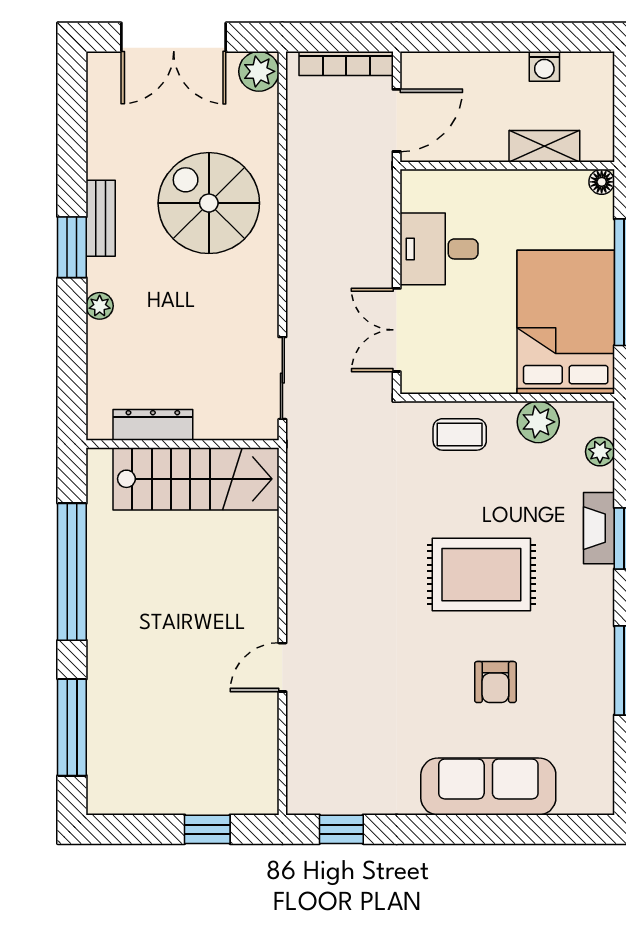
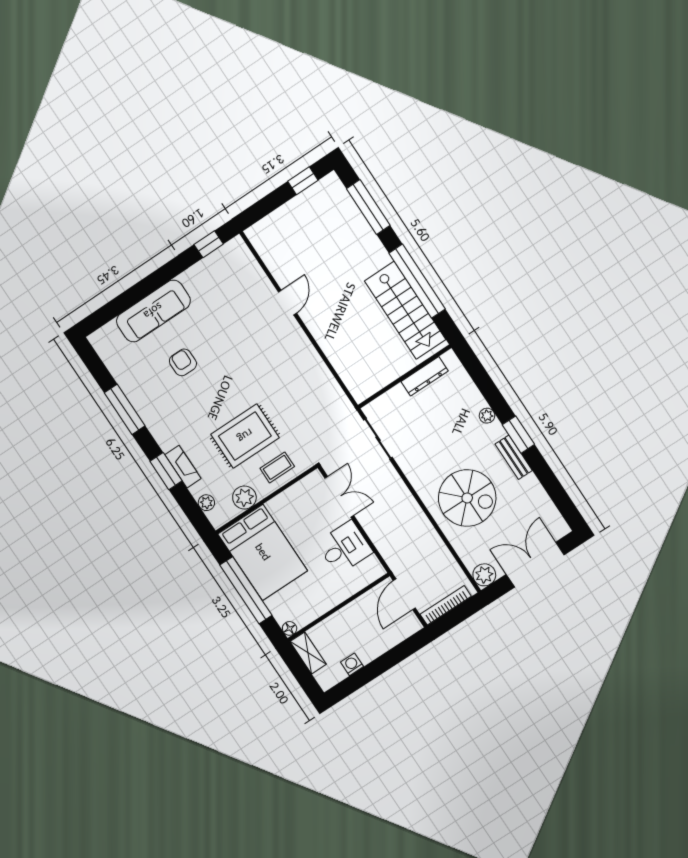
shelving: (544, 146) -> (308, 653), moved, turned 90
stairs: (196, 479) -> (405, 310), moved, turned -90
rug: (481, 575) -> (245, 436), moved
window: (207, 829) -> (303, 181), moved

